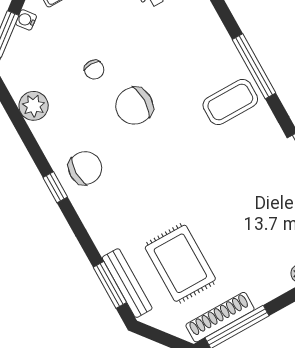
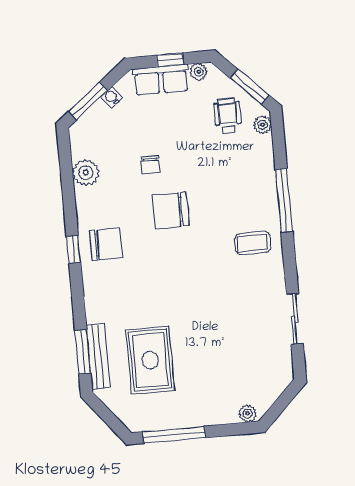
window: (254, 66) -> (284, 200), moved
coffee table: (230, 102) -> (253, 243), width x0.73, depth x0.77
shoe rack: (220, 317) -> (163, 420), removed

